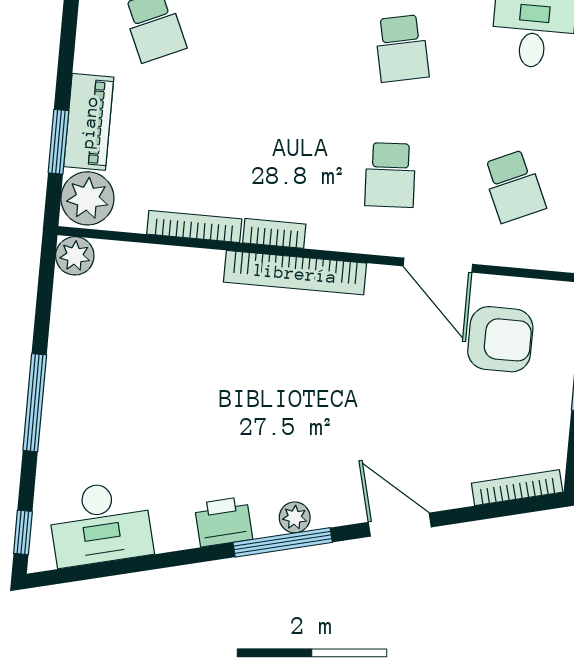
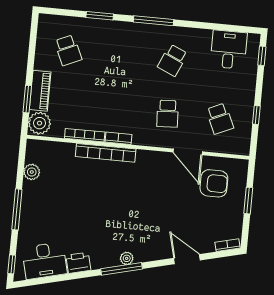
school desk: (402, 48) -> (173, 60), turned 36
plant: (75, 256) -> (32, 172), moved
bookcase: (295, 273) -> (106, 153), moved
bookcase: (517, 488) -> (227, 245), width x0.64
printer: (224, 522) -> (78, 263), moved
door: (400, 525) -> (187, 259), moved

